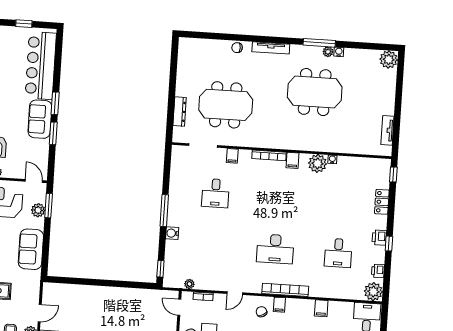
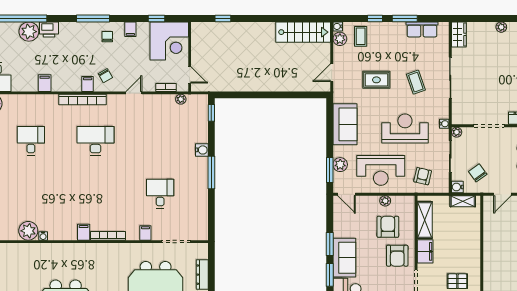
plant: (318, 163) -> (28, 231), moved
door: (40, 313) -> (332, 73), moved

